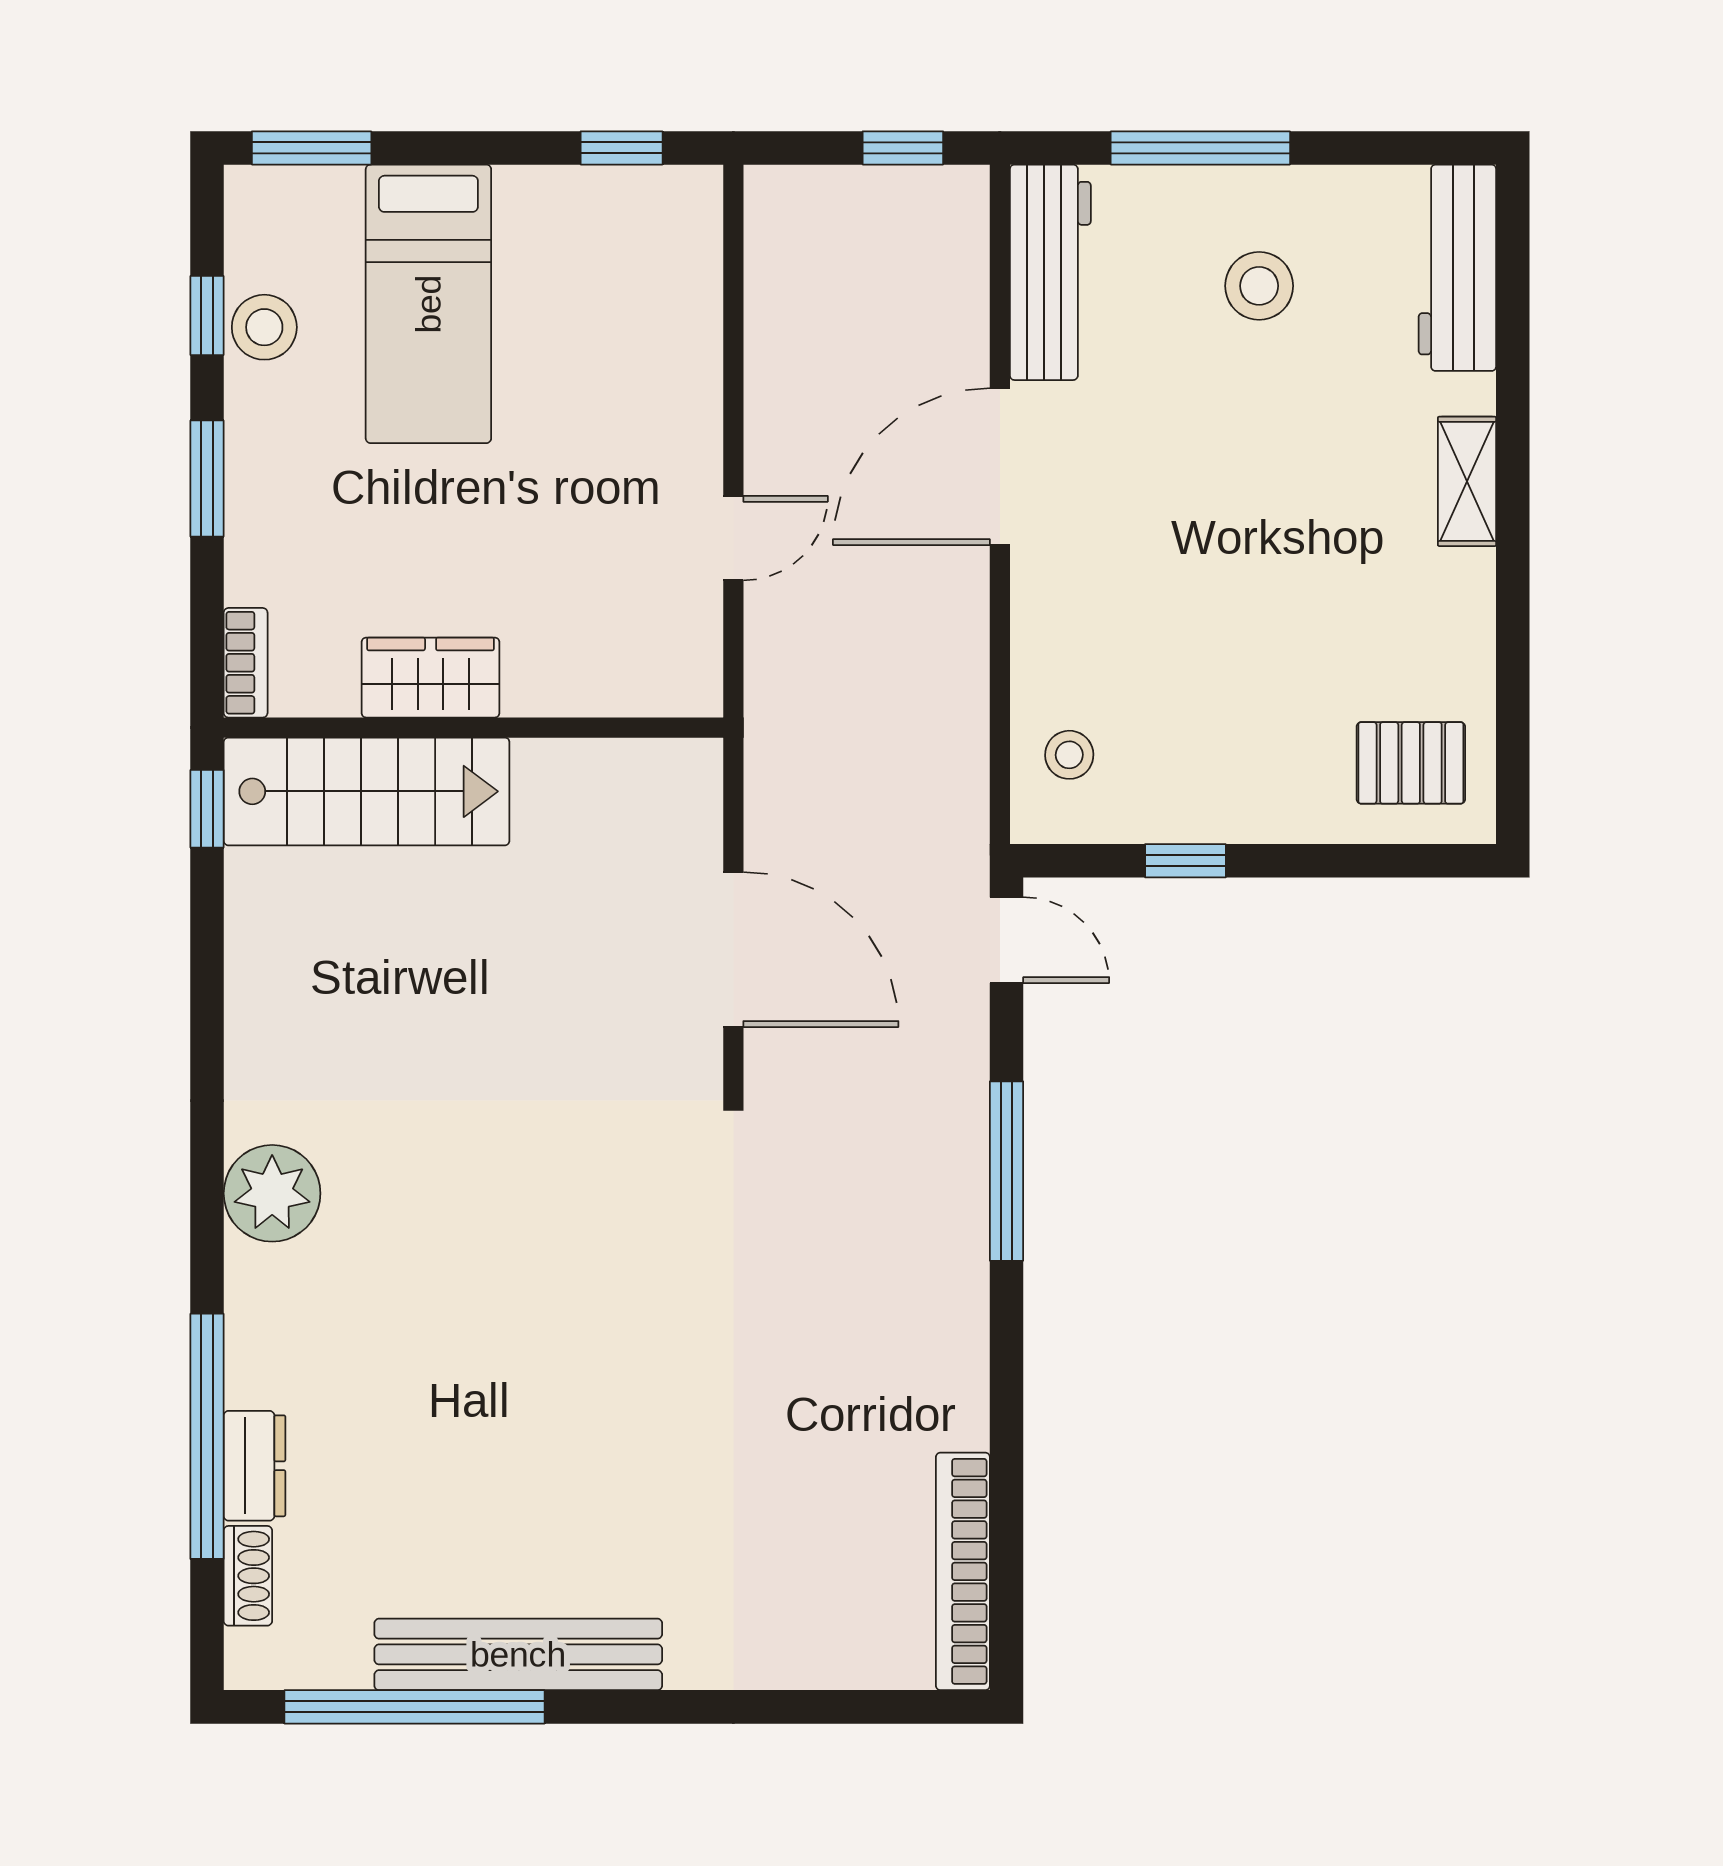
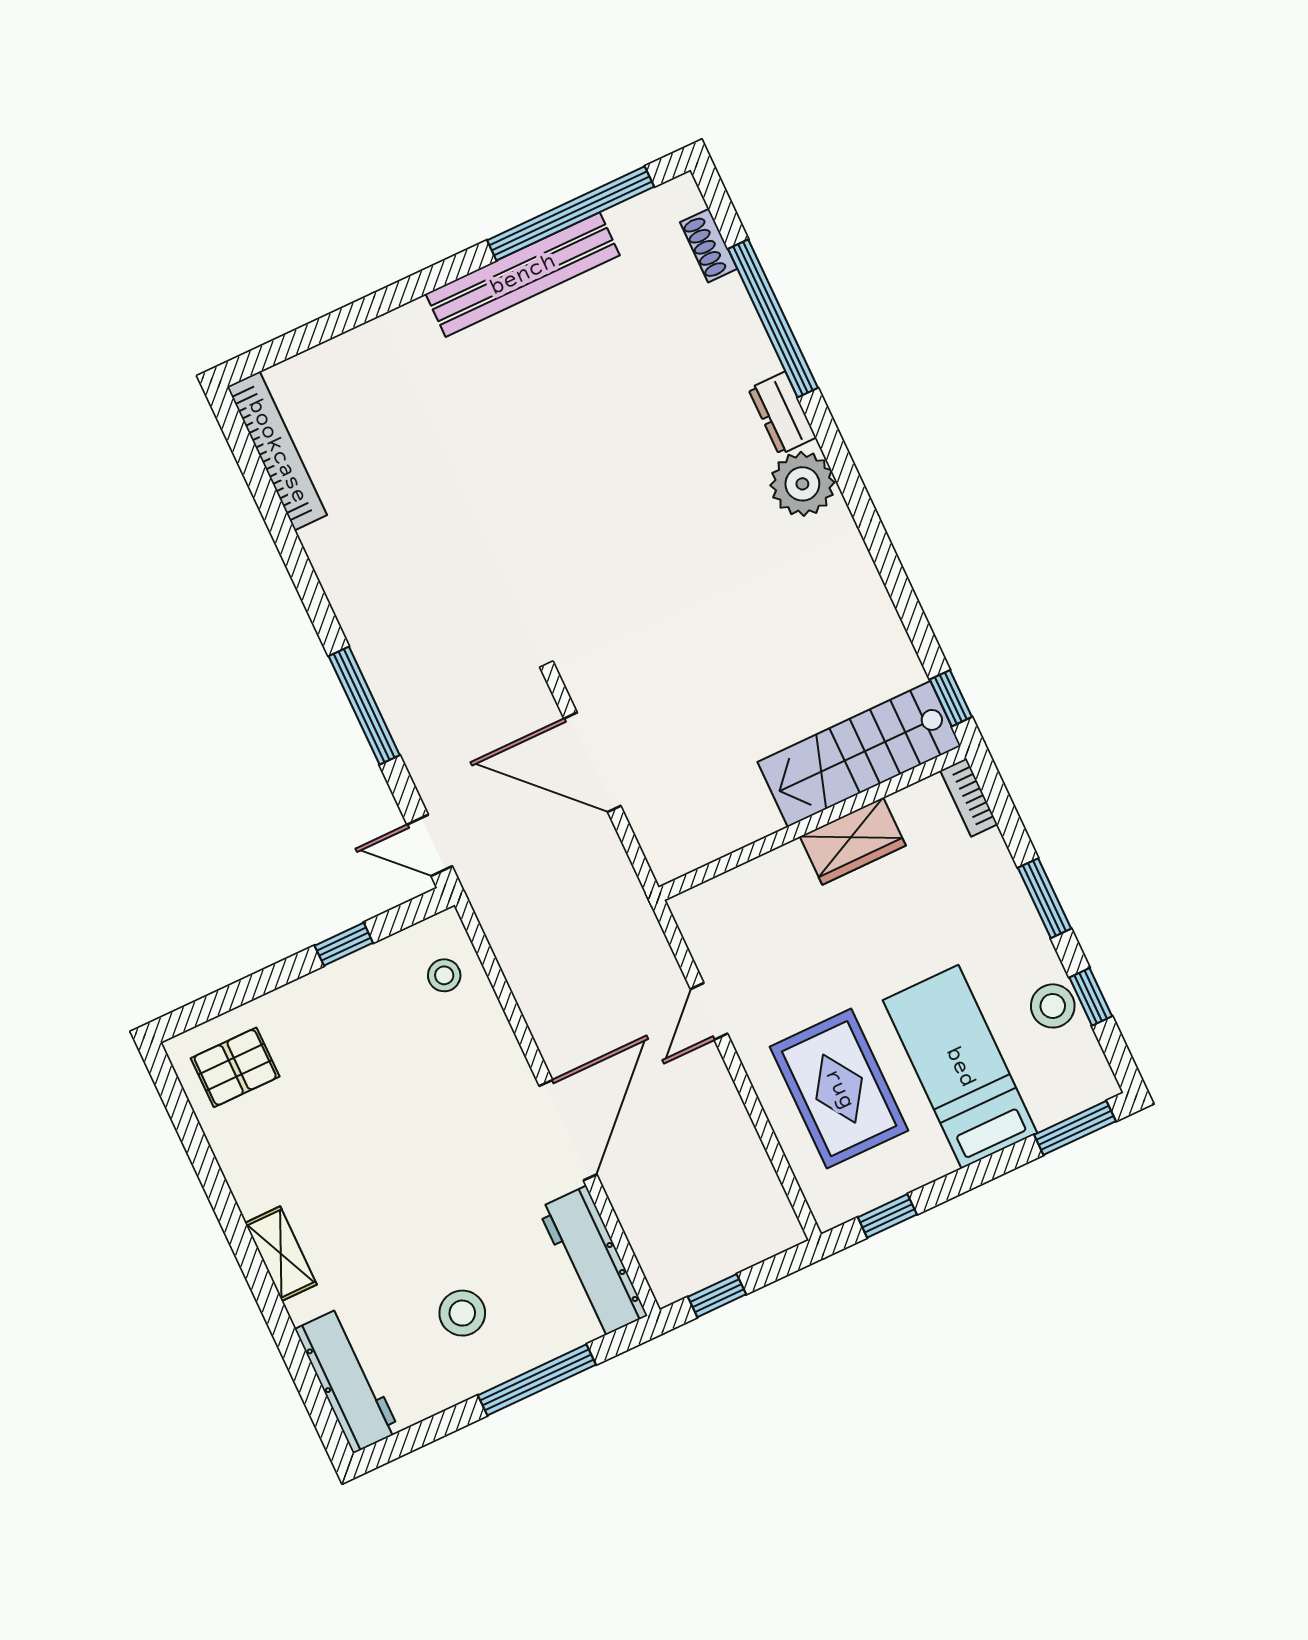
rug: (606, 351) -> (839, 1089), added
dresser: (255, 1466) -> (782, 413), moved

